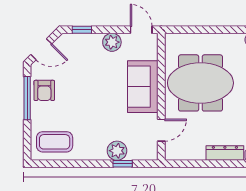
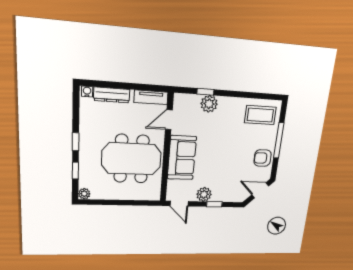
window: (82, 30) -> (214, 204), moved
armchair: (44, 90) -> (263, 158), turned -90
window: (27, 98) -> (279, 141), moved
tv unit: (183, 153) -> (151, 97), added

